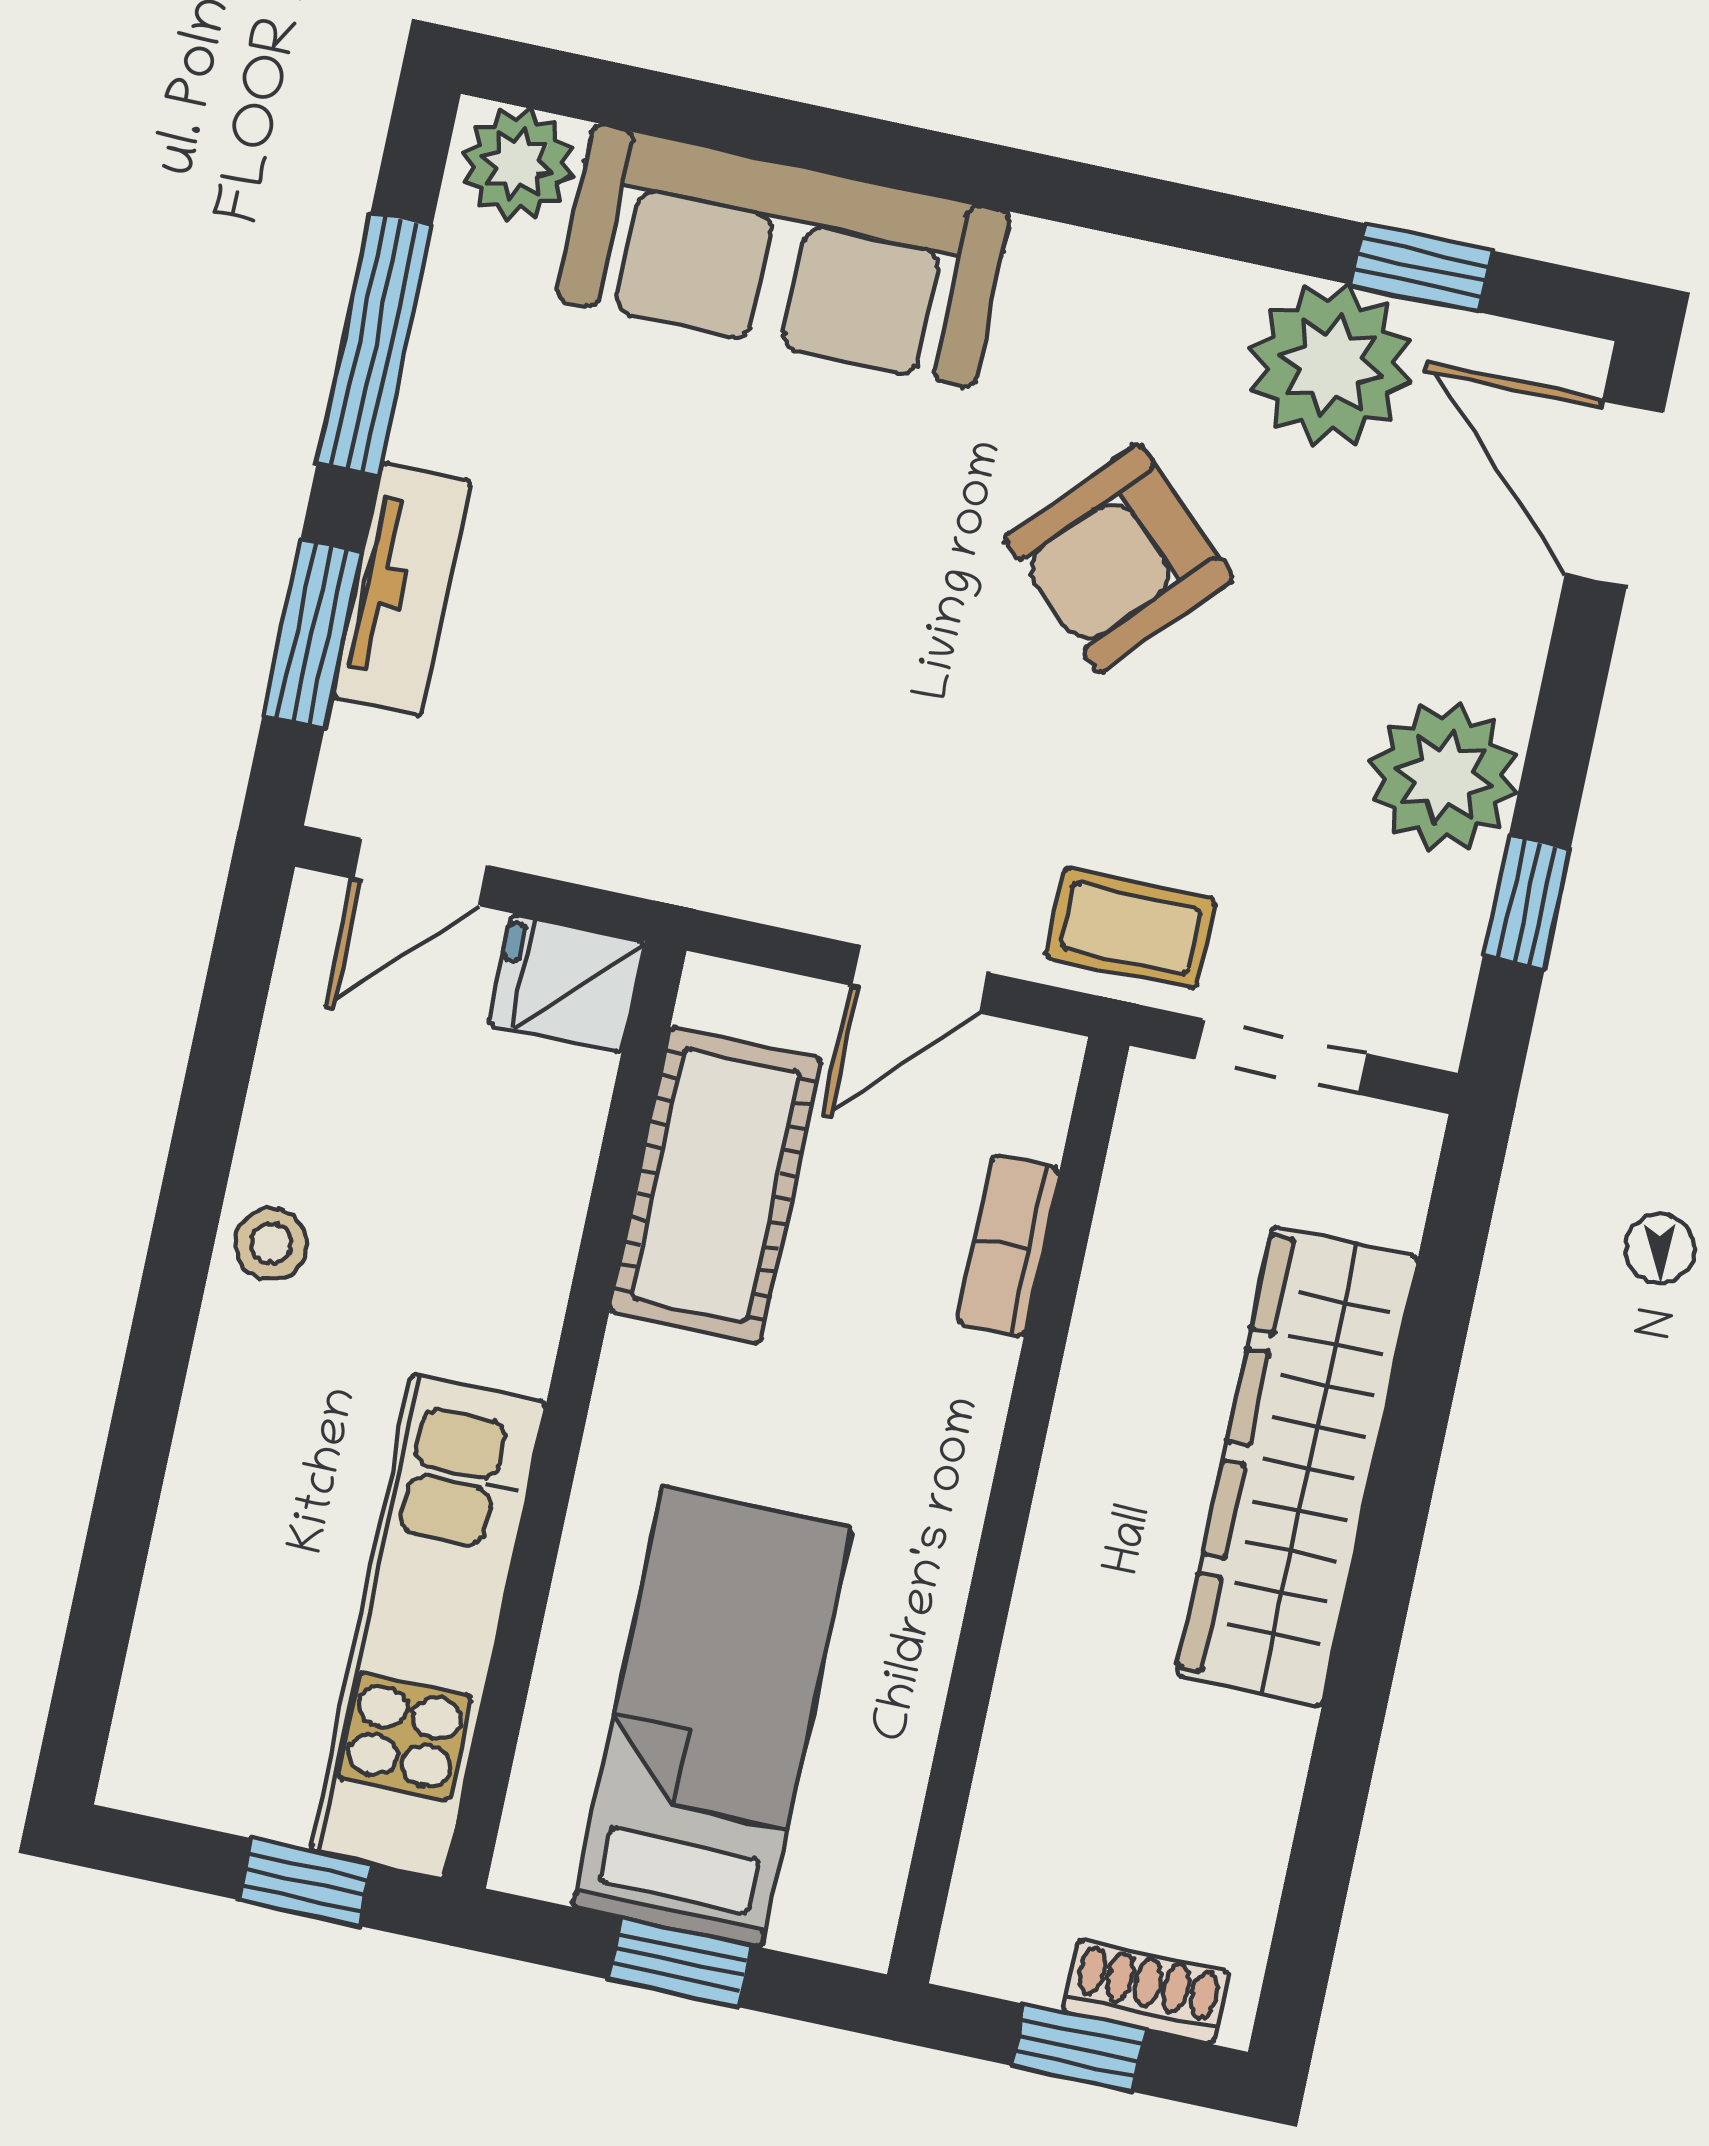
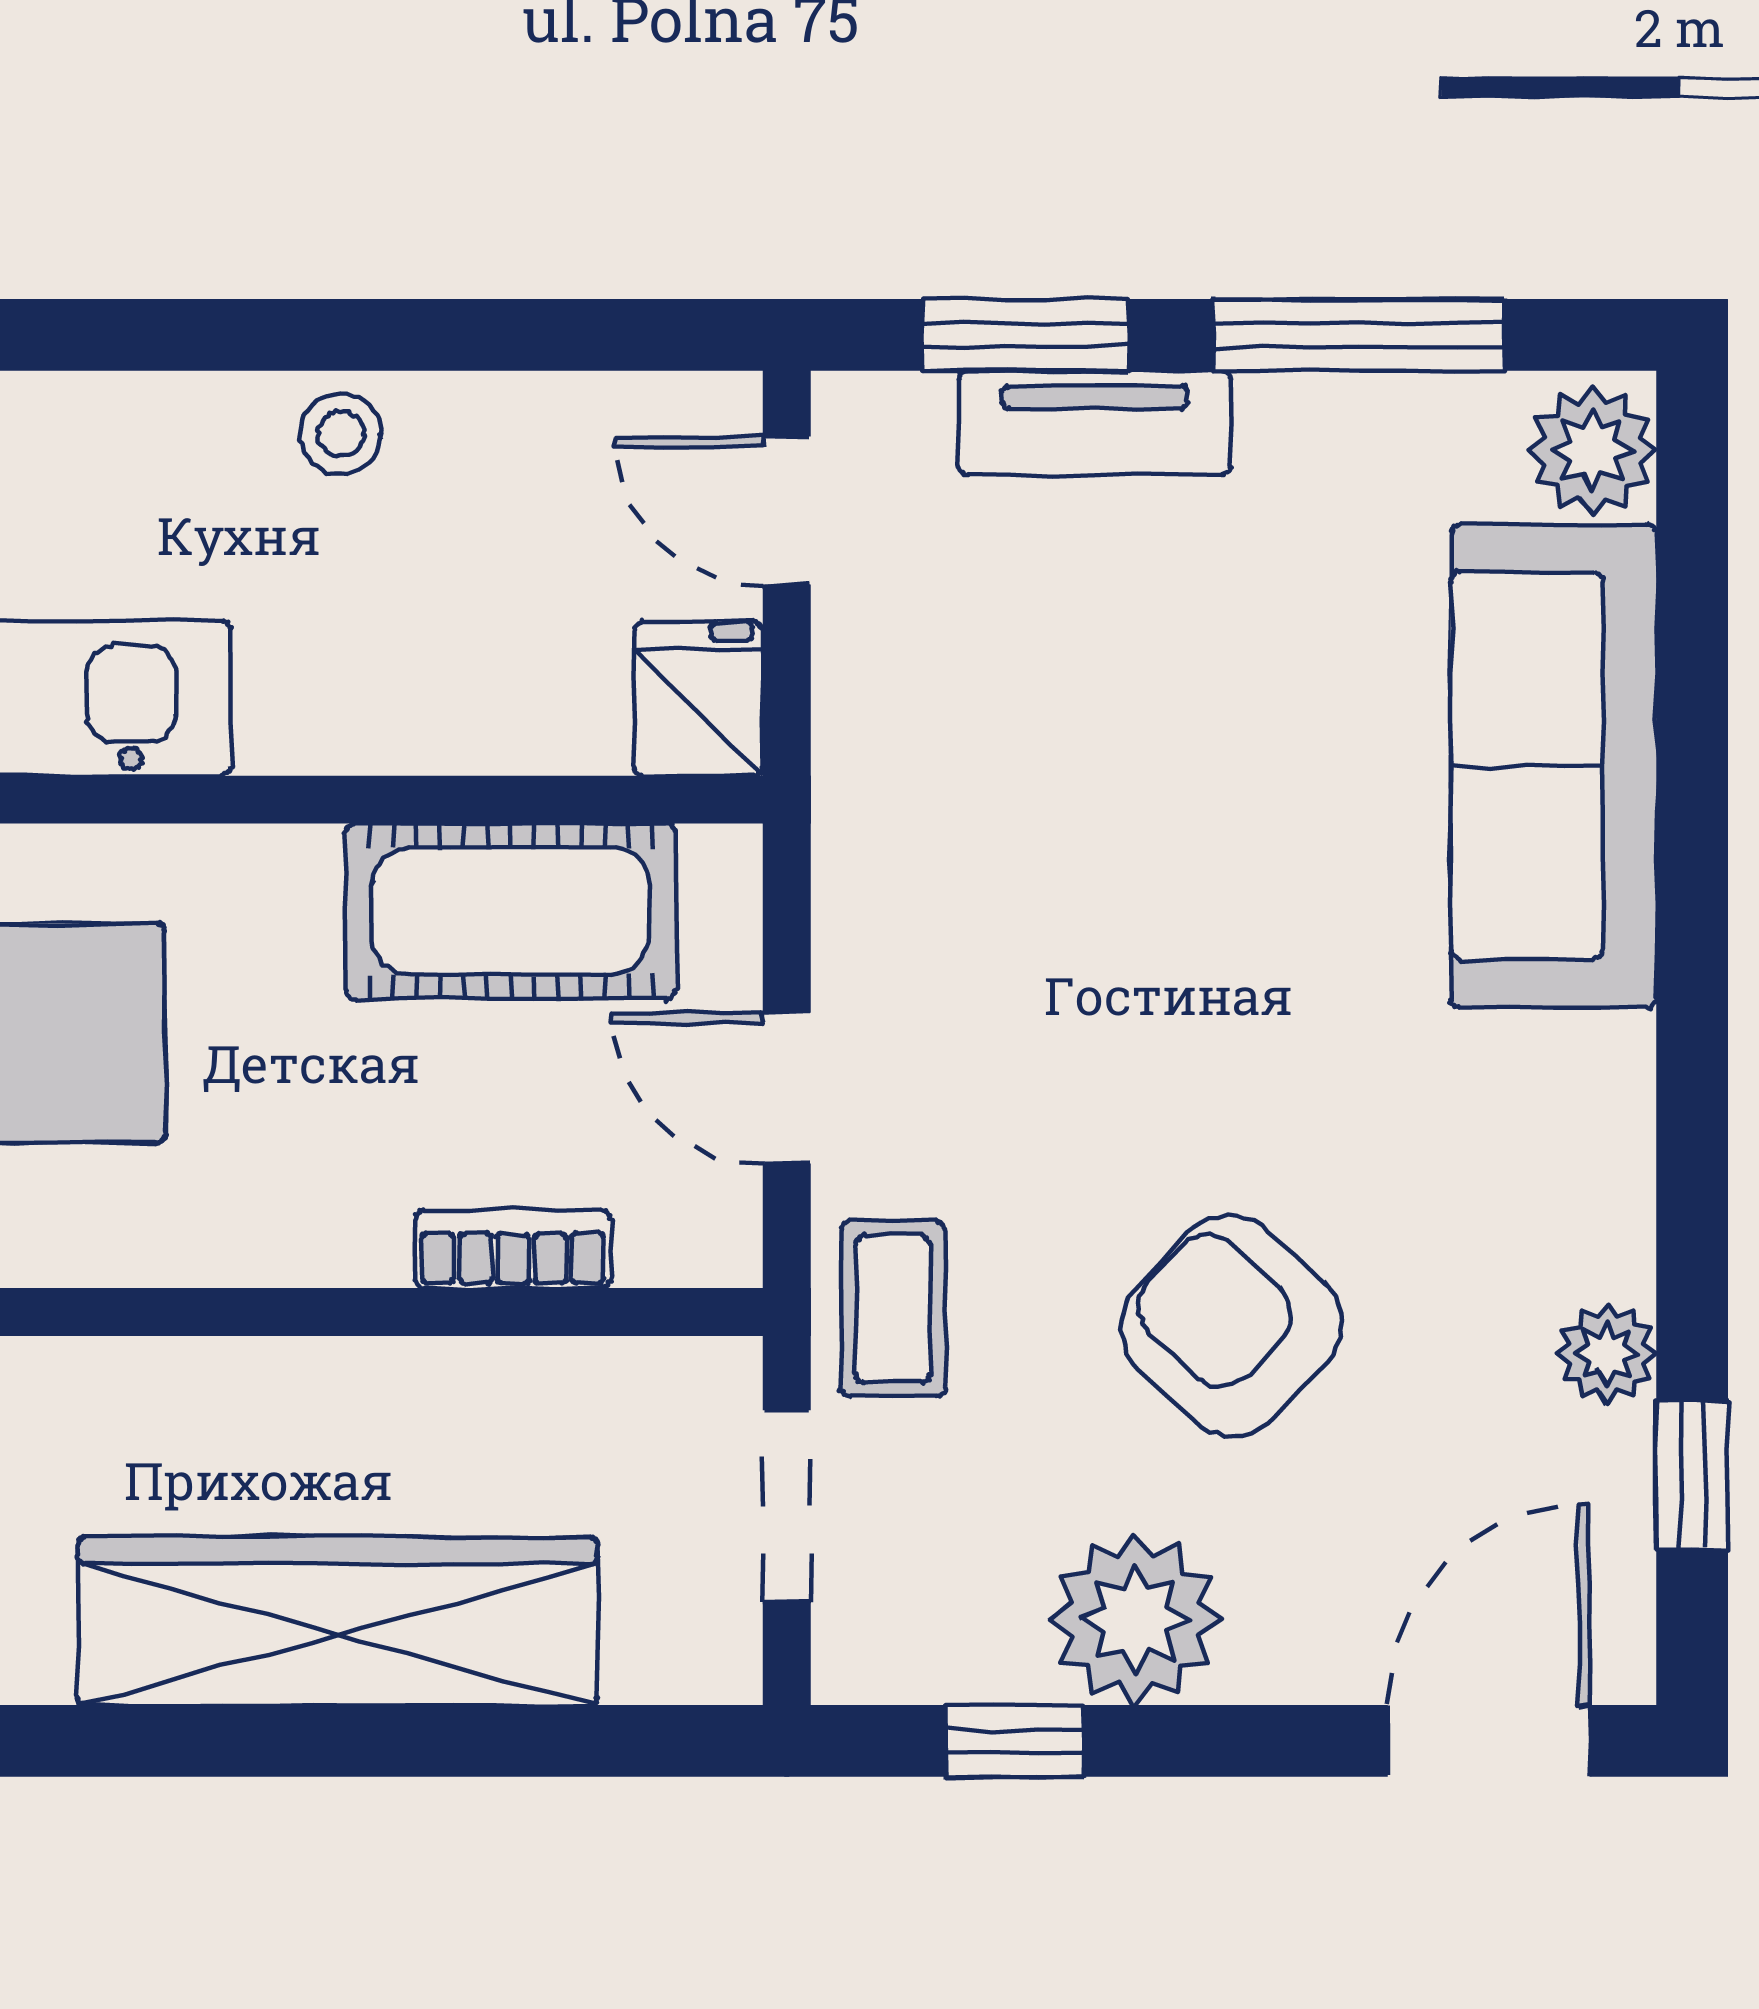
plant: (1331, 365) -> (1607, 1354), width x0.53, depth x0.53
armchair: (1119, 558) -> (1231, 1326), moved

